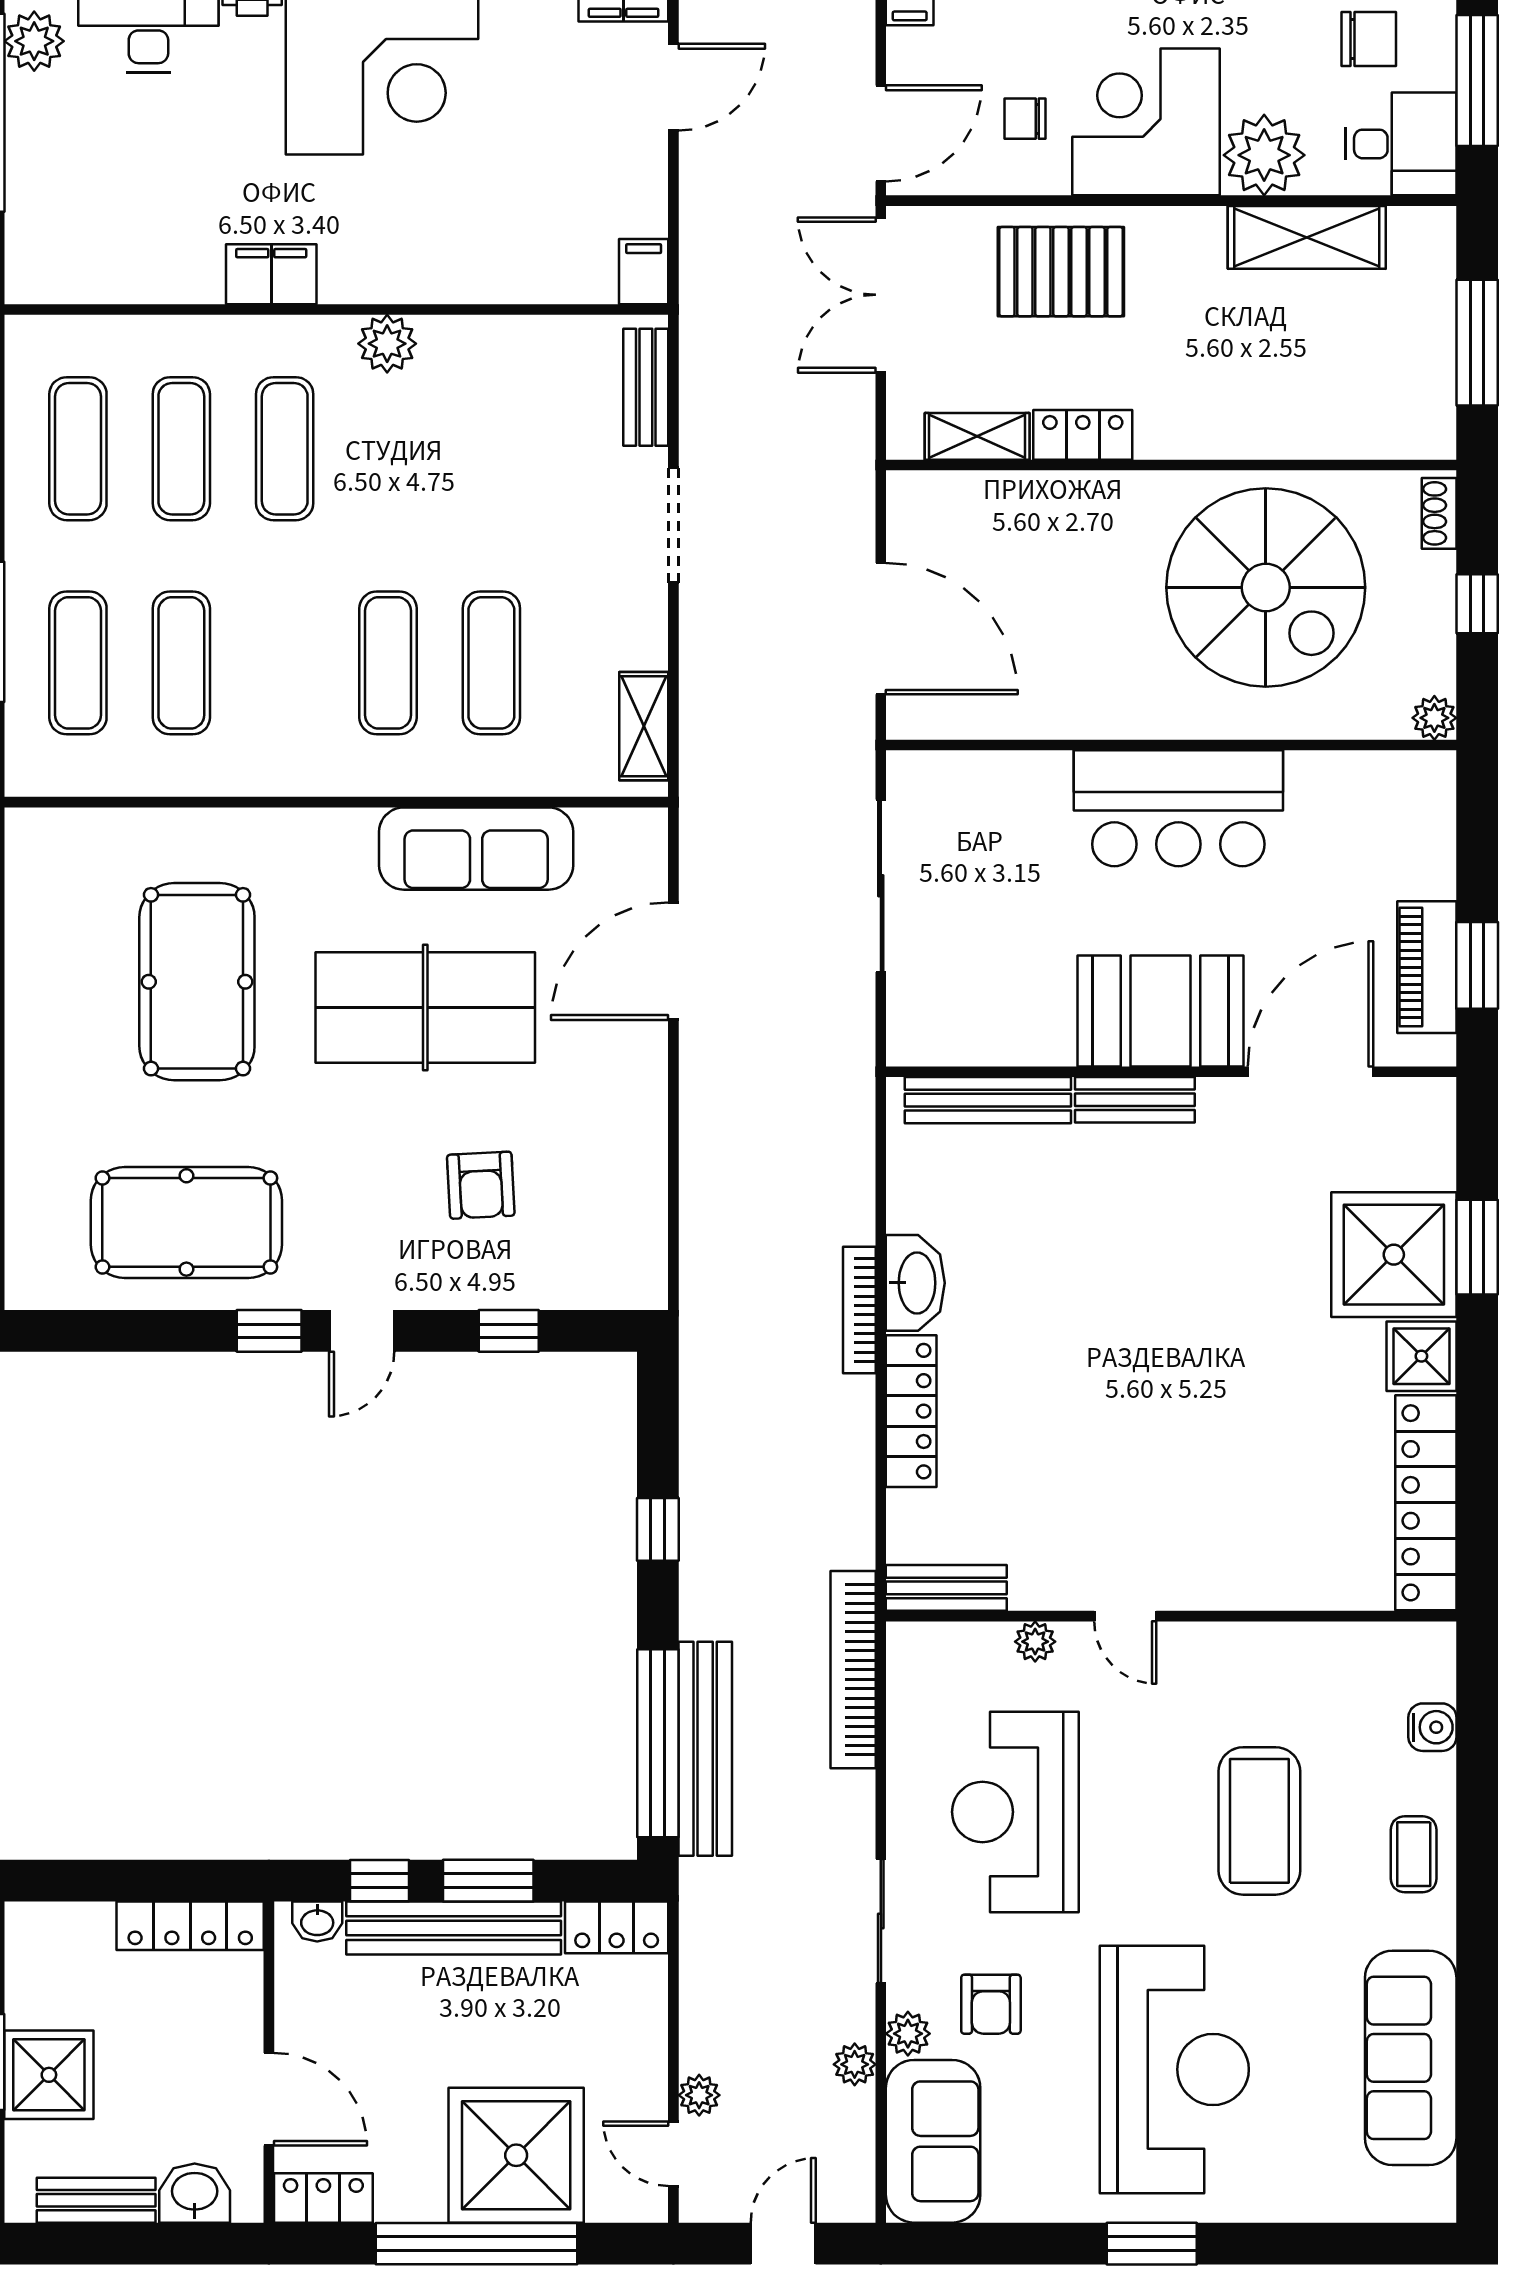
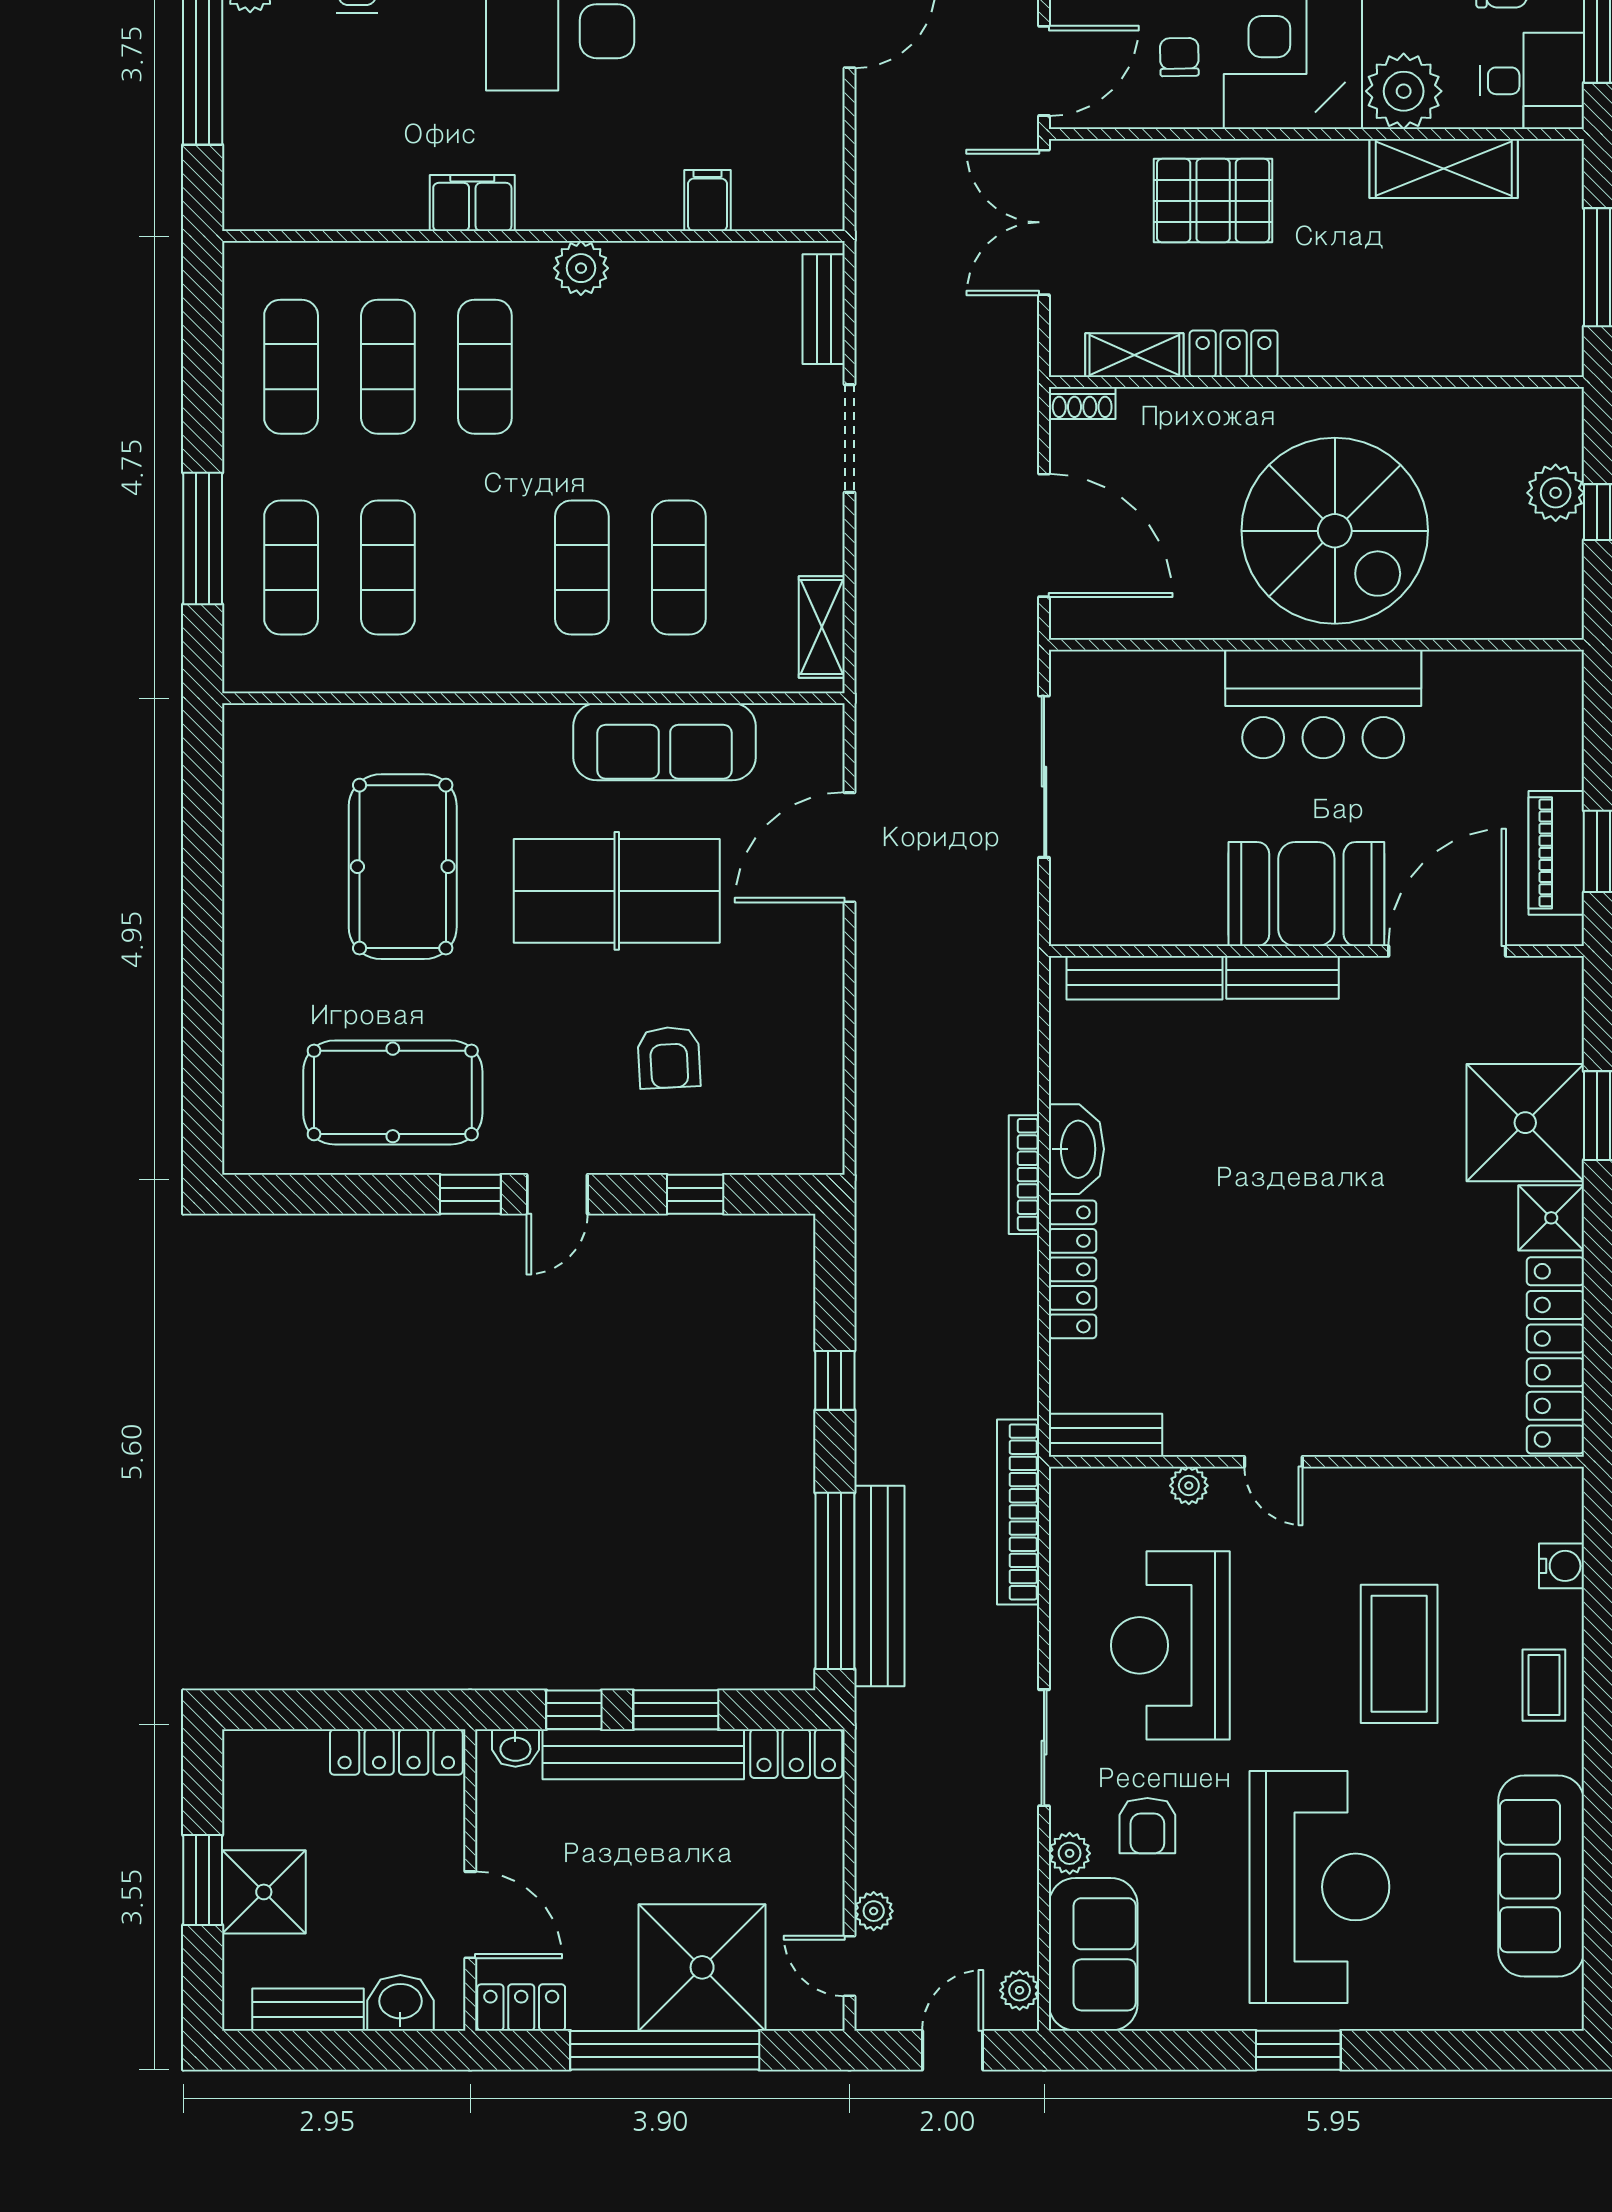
chair: (1025, 119) -> (1179, 57), turned 89
filing cabinet: (644, 272) -> (708, 201), moved
shoe rack: (1439, 513) -> (1082, 403), moved, turned -90
spiral stairs: (1266, 587) -> (1335, 531), moved
plant: (1434, 718) -> (1556, 493), moved, width x1.38, depth x1.38
plant: (855, 2064) -> (1020, 1990), moved

